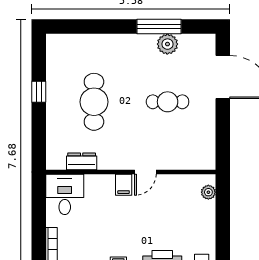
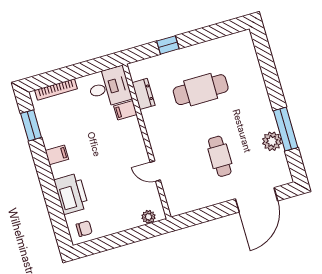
window: (39, 92) -> (168, 45), moved
door: (145, 172) -> (155, 171), moved
filing cabinet: (124, 185) -> (125, 110), moved

